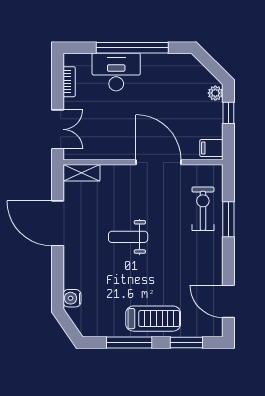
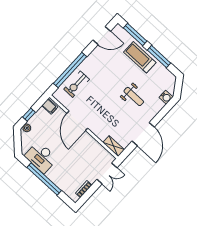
desk: (116, 72) -> (41, 157), moved
double door: (58, 129) -> (107, 174), swing flipped
window: (228, 219) -> (70, 70), width x2.11
weight bench: (128, 237) -> (134, 96), moved
door: (228, 301) -> (102, 36), hinge flipped
window: (186, 342) -> (135, 35), width x1.44

